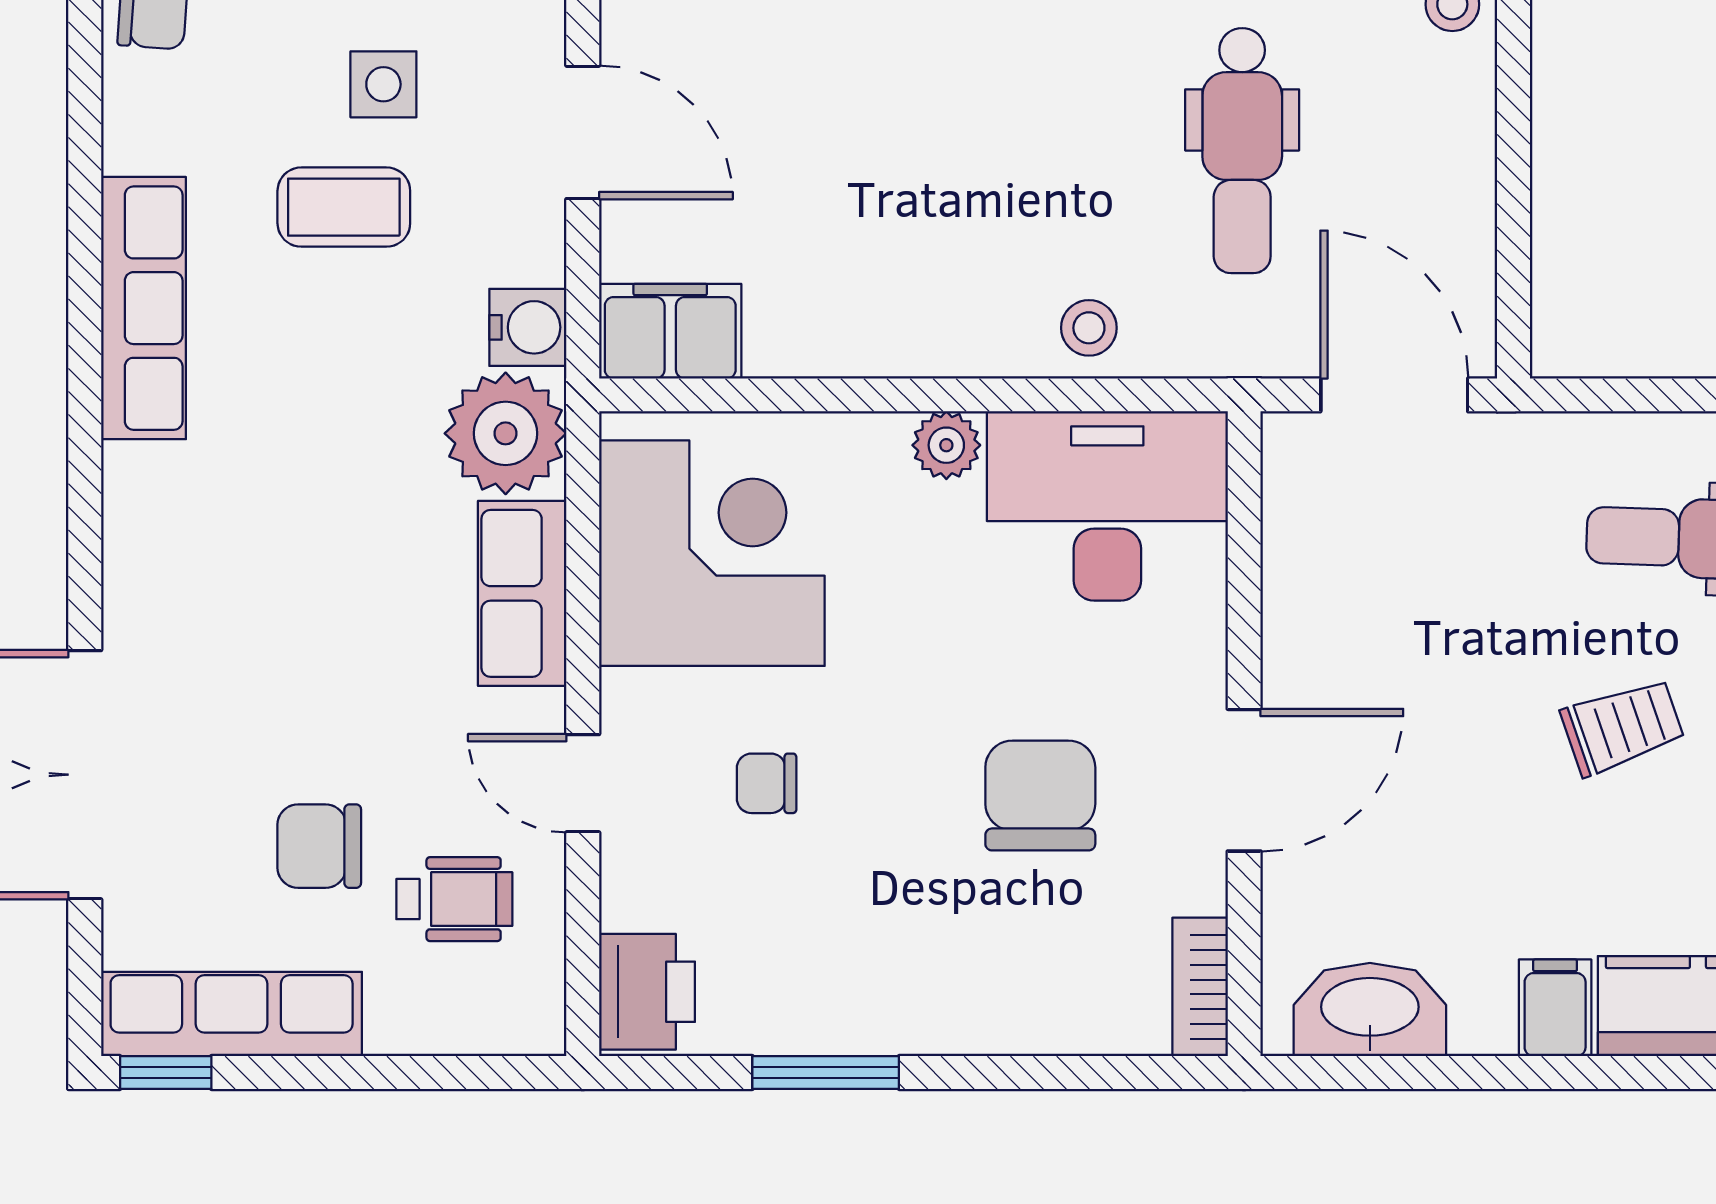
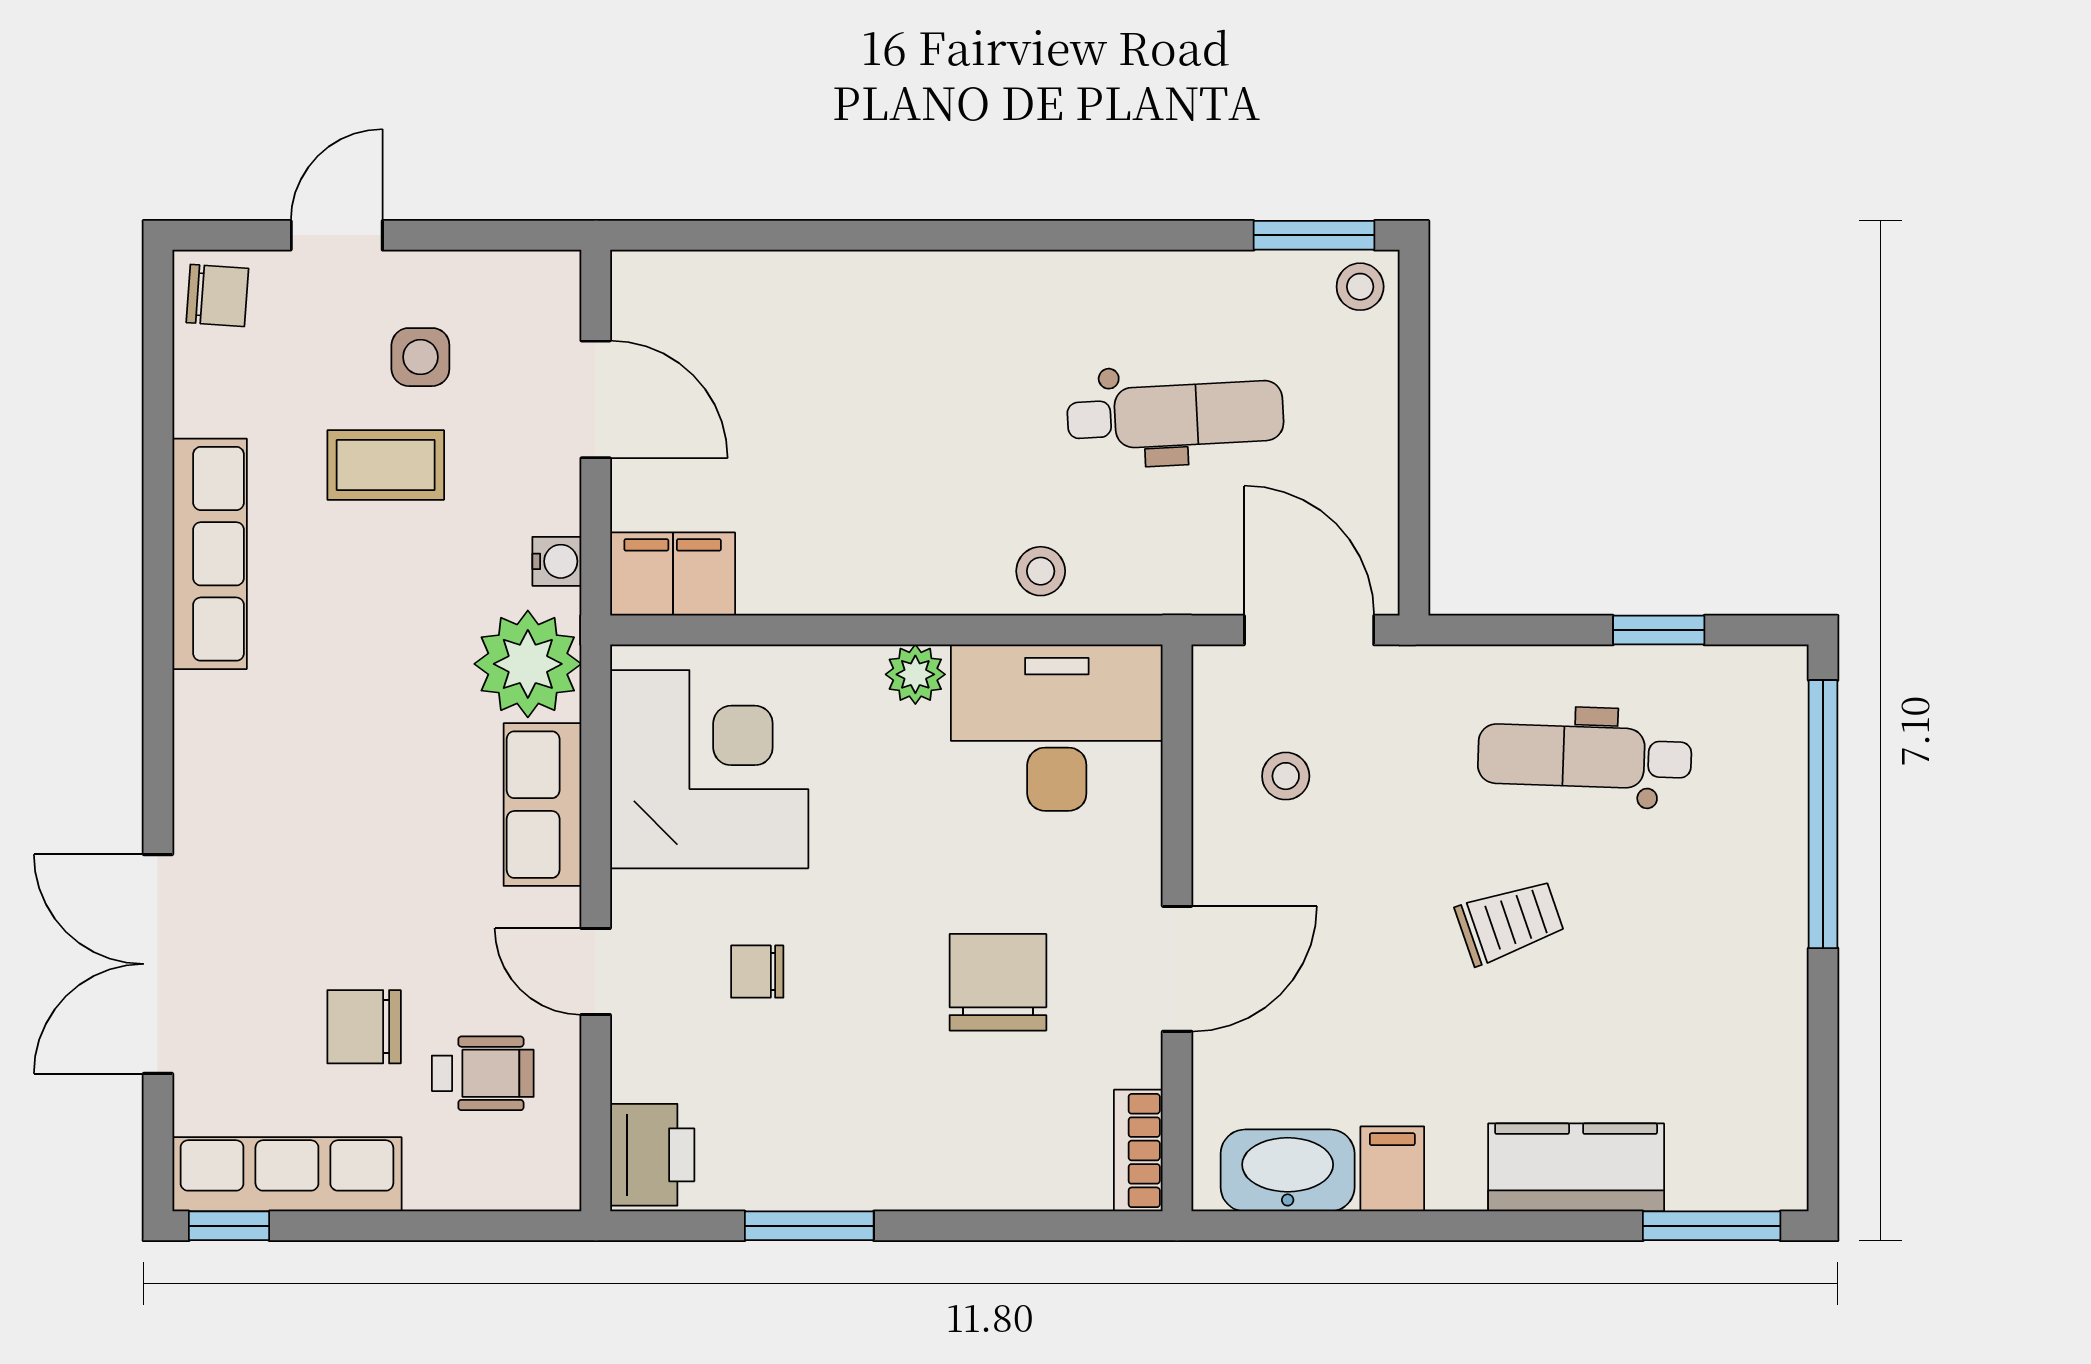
dental chair: (1242, 151) -> (1175, 415), turned -93
water cooler: (528, 327) -> (557, 561), width x0.72, depth x0.72
stool: (1368, 561) -> (1286, 776), added
filing cabinet: (1555, 1008) -> (1392, 1169), moved

